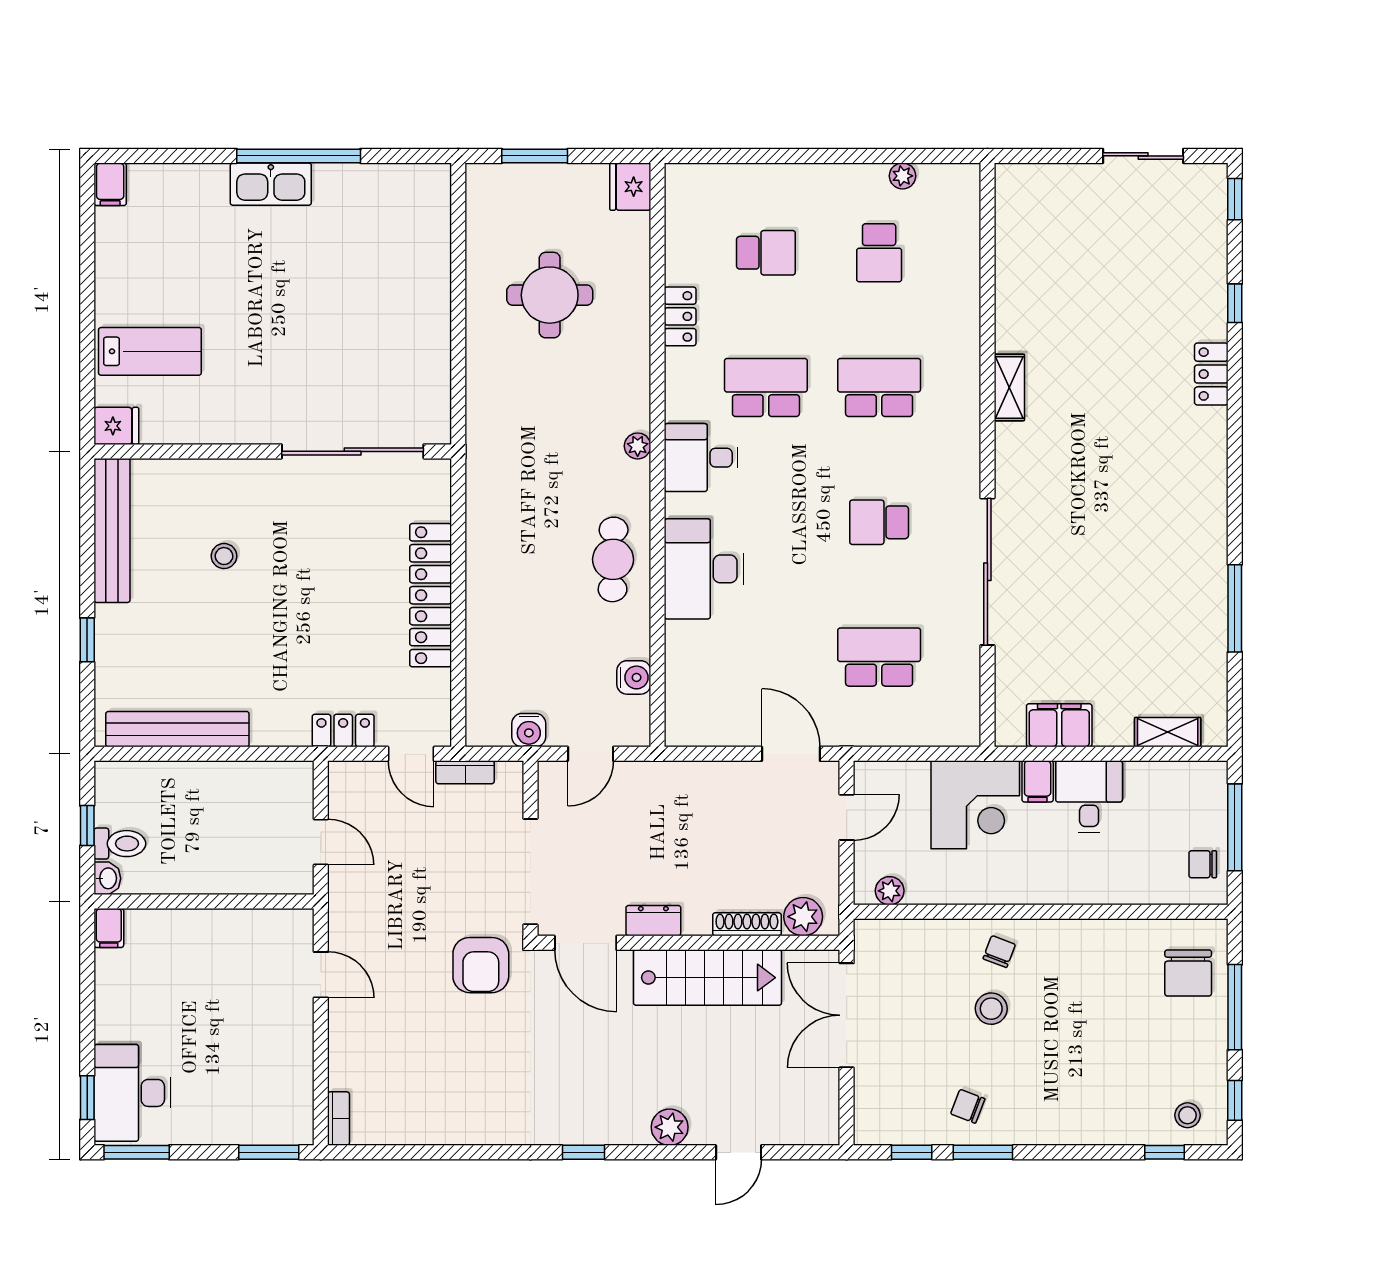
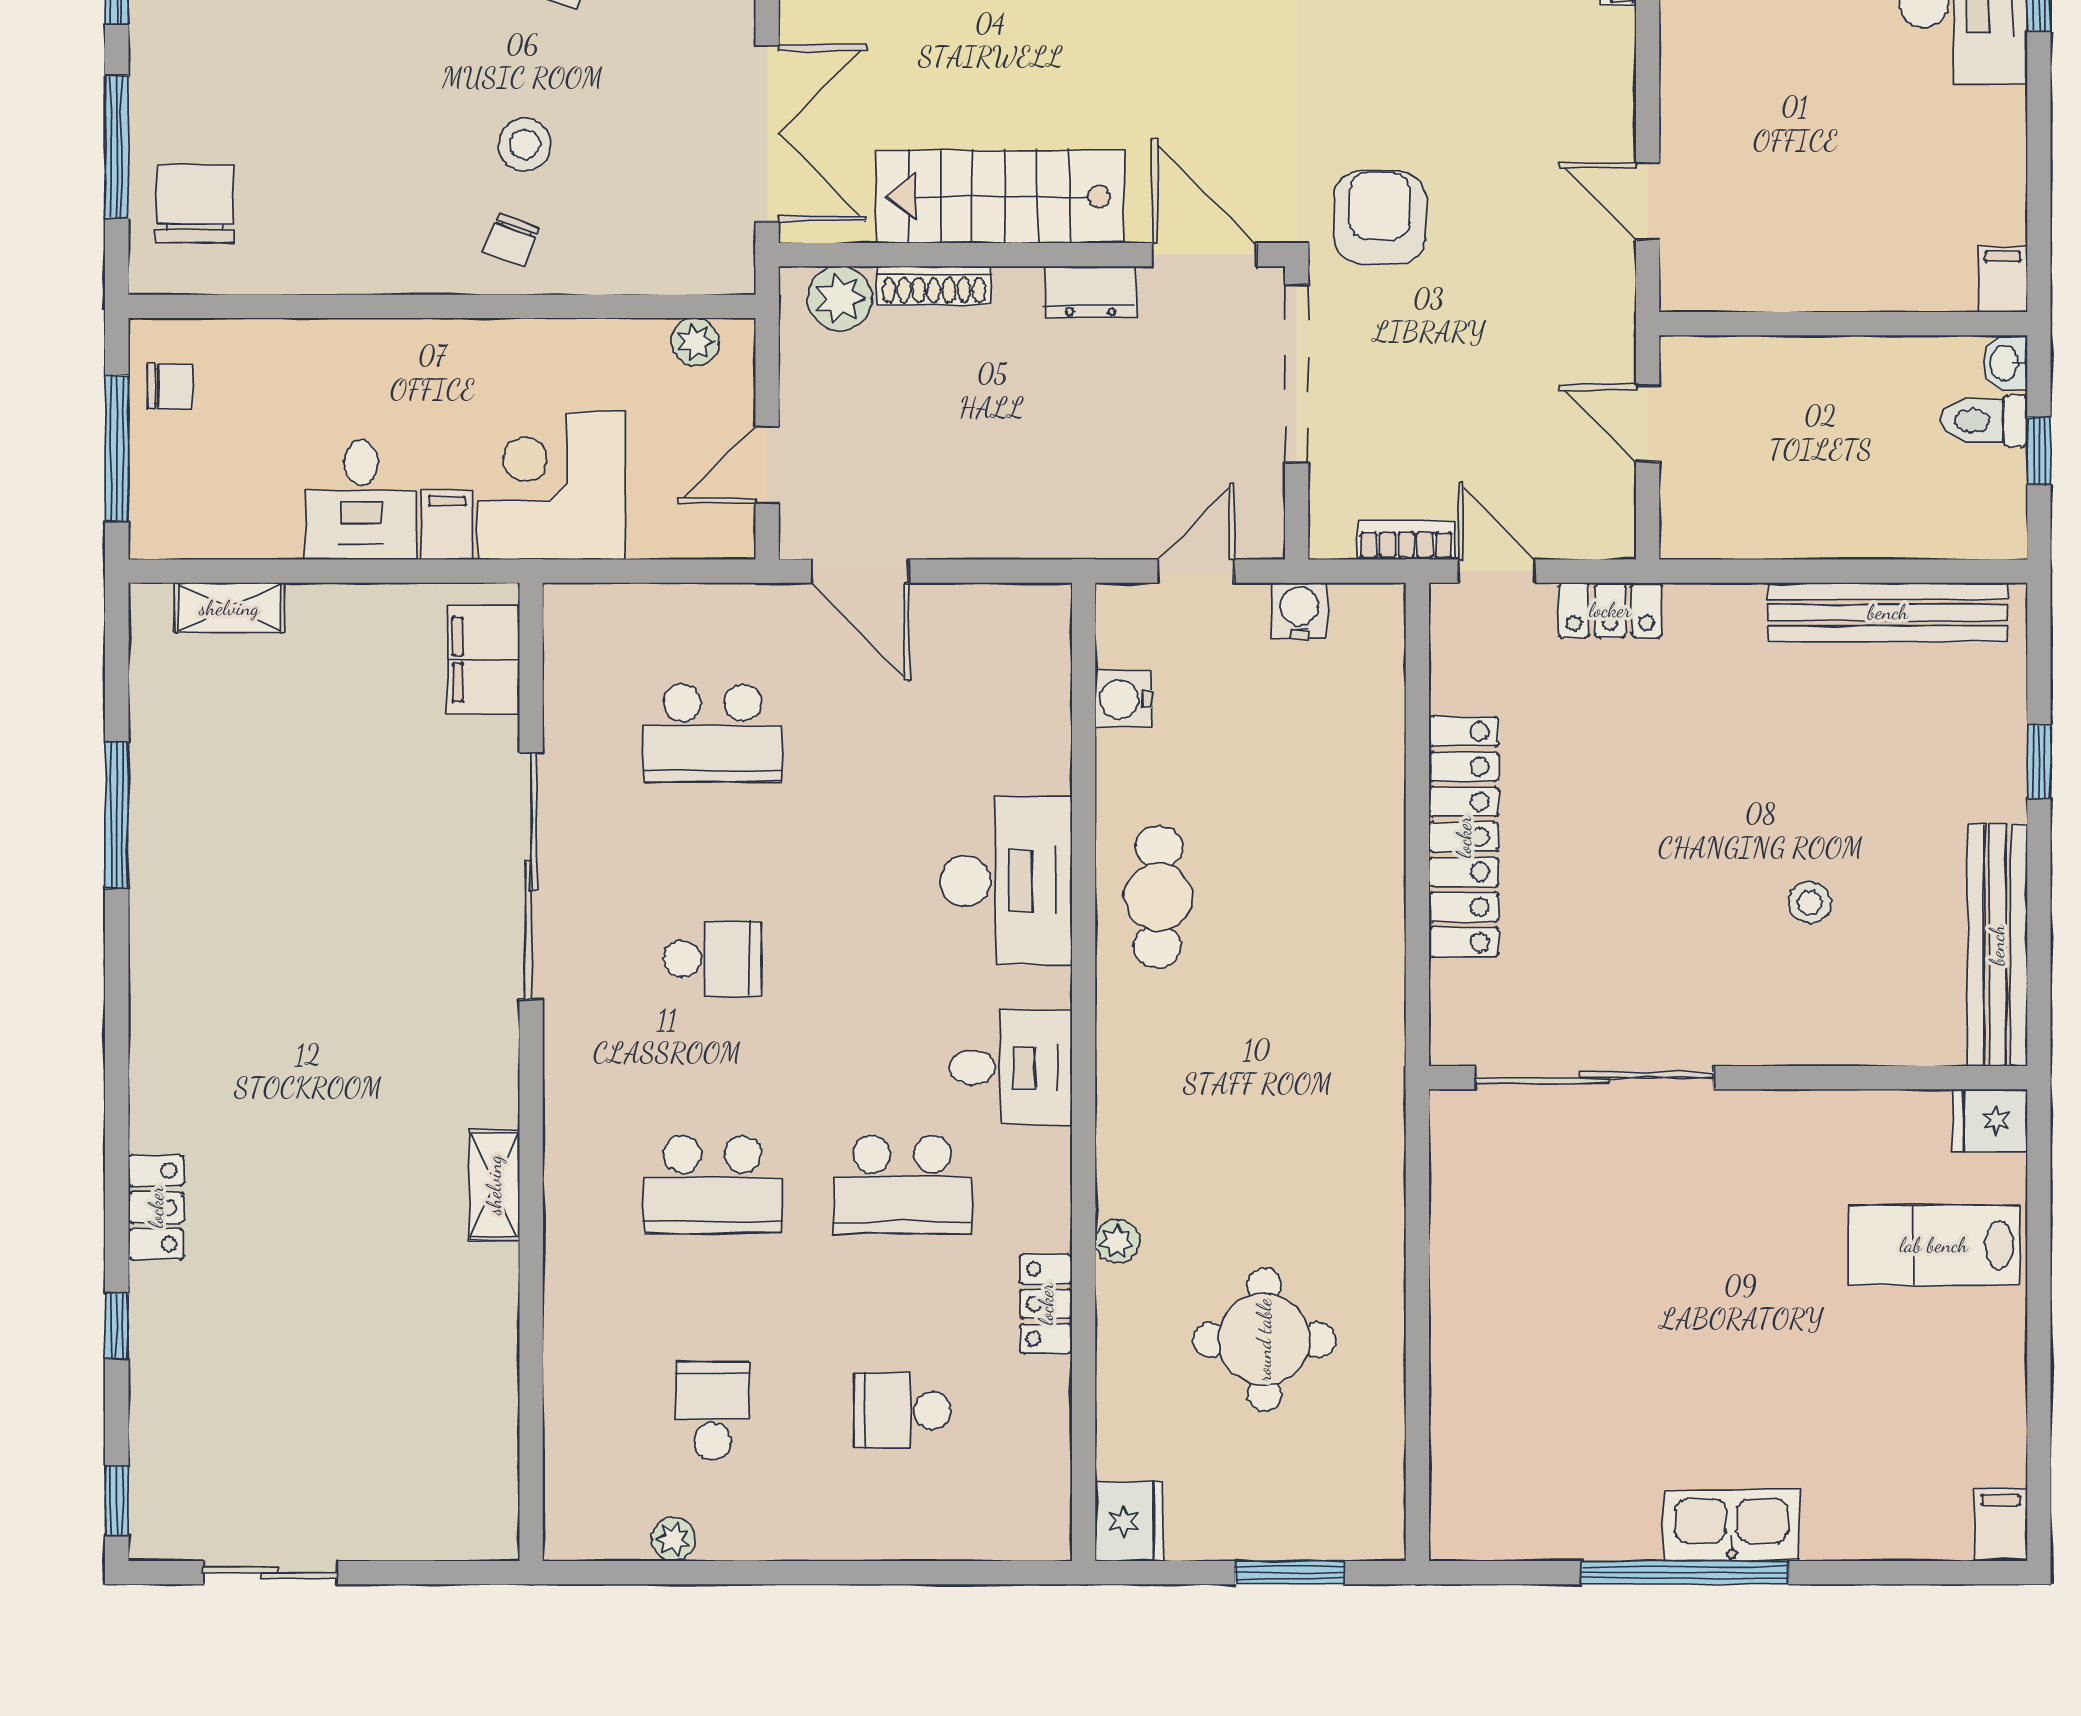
plant: (638, 446) -> (1117, 1241), moved
filing cabinet: (1059, 725) -> (483, 659), moved, turned 90

